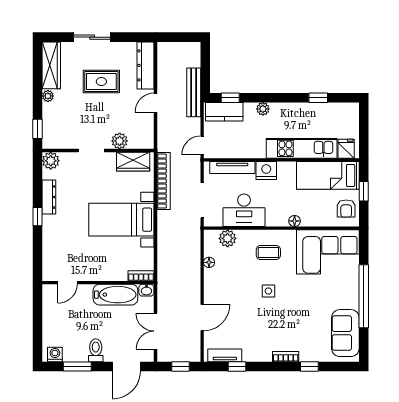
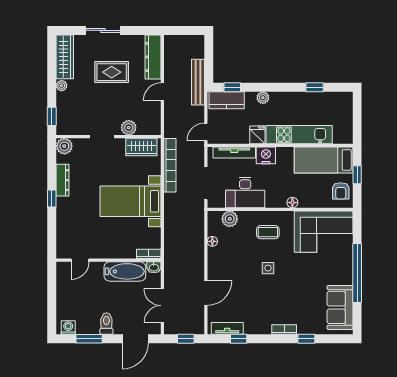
fridge: (346, 149) -> (257, 135), moved

